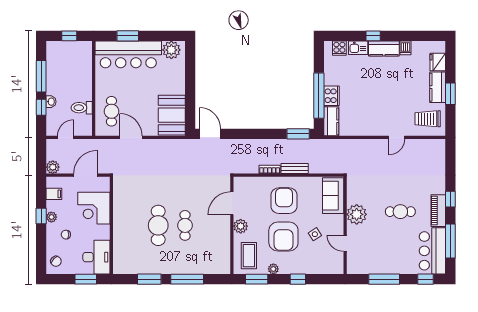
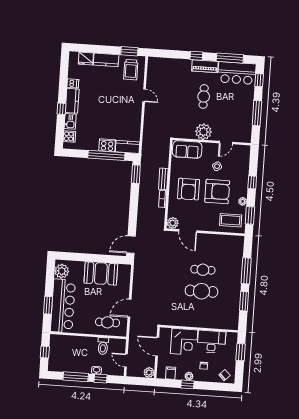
window: (450, 94) -> (129, 51), moved
booth: (172, 115) -> (101, 273), moved
armchair: (284, 201) -> (189, 189), turned -90
plant: (241, 226) -> (173, 223), moved
desk: (96, 257) -> (211, 342), moved

